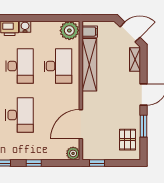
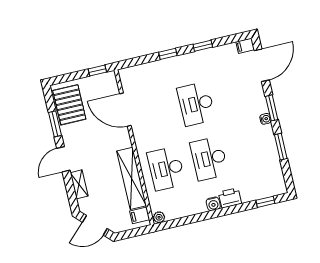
plant: (69, 31) -> (159, 217), width x0.53, depth x0.53
shelving: (135, 60) -> (79, 184), moved
door: (81, 124) -> (125, 110), swing flipped
pallet: (128, 140) -> (69, 105), width x1.50, depth x1.42
plant: (73, 153) -> (126, 75), removed

